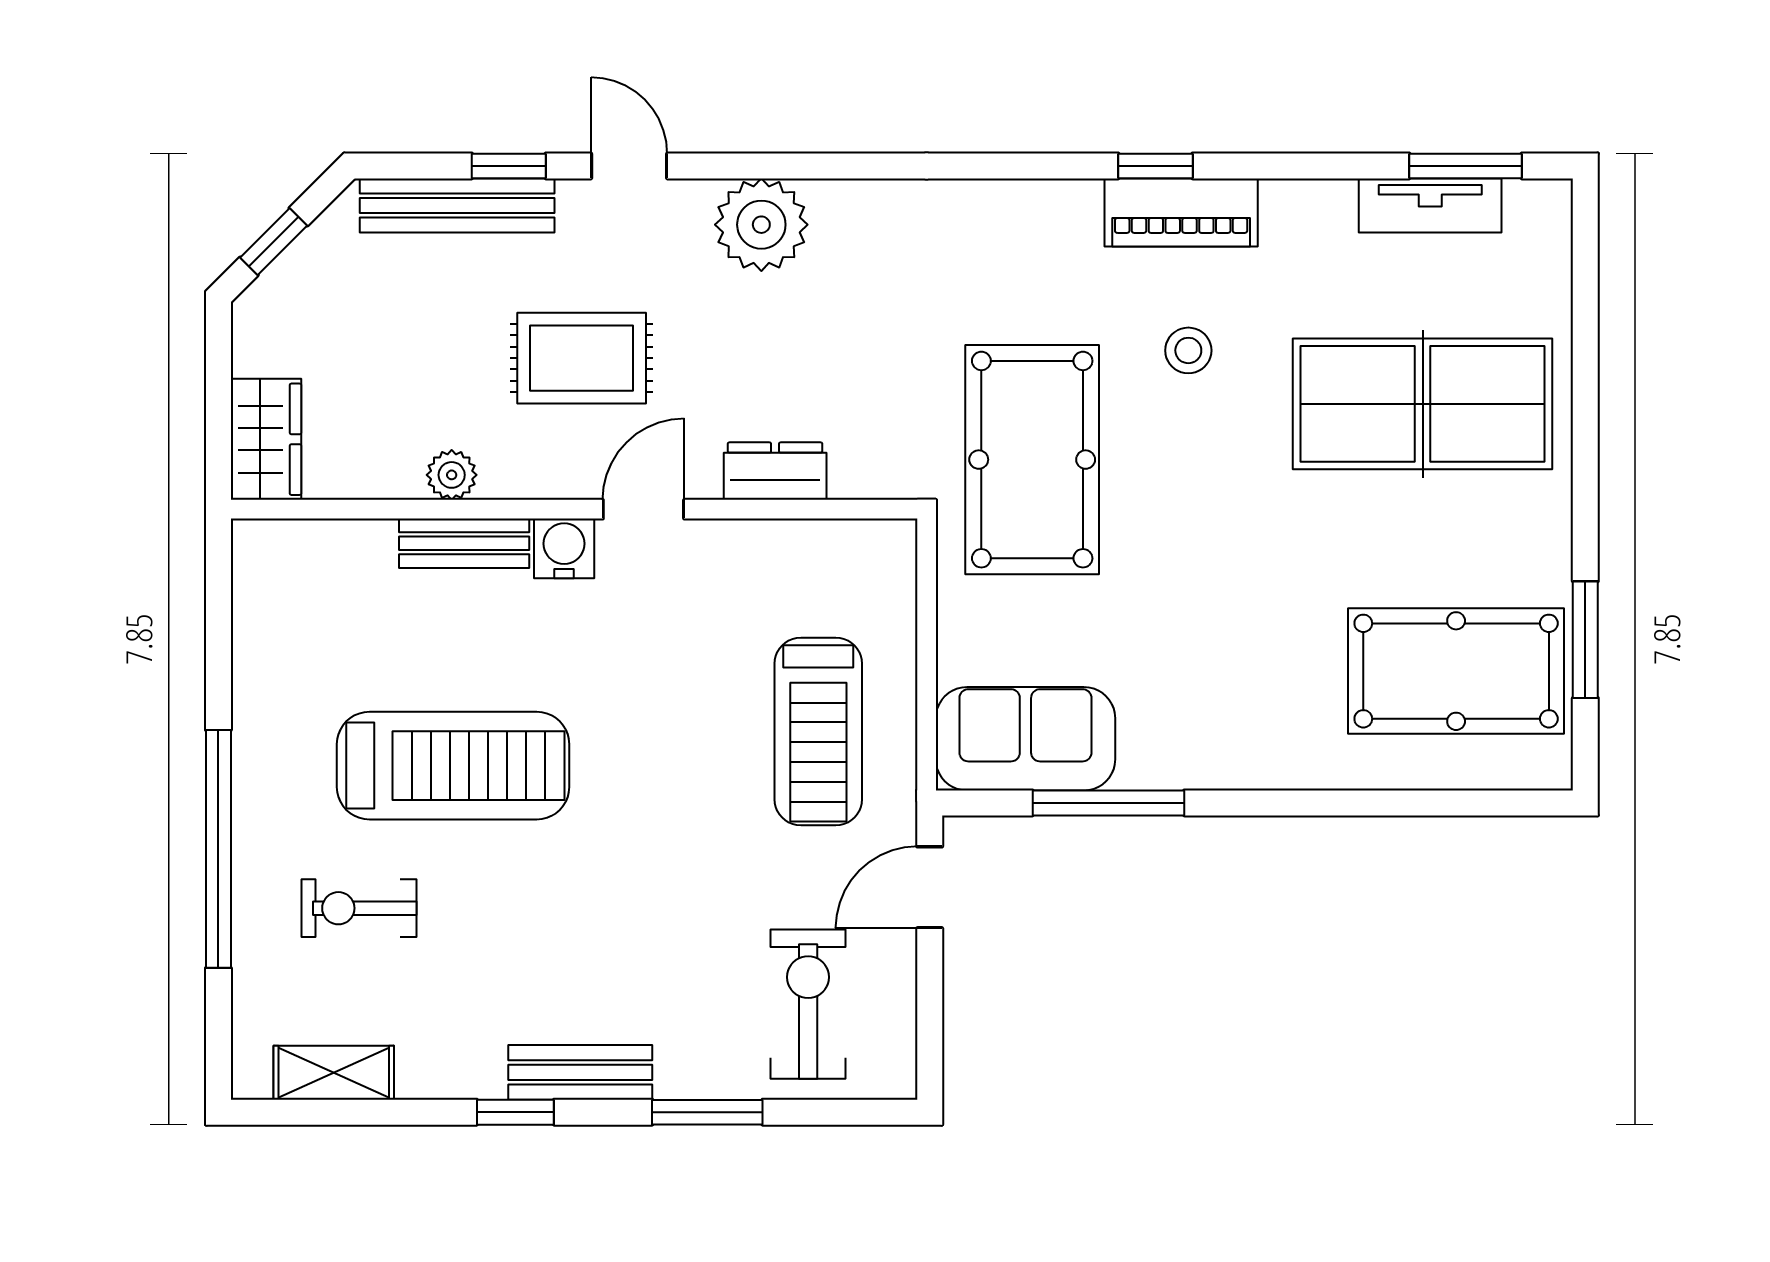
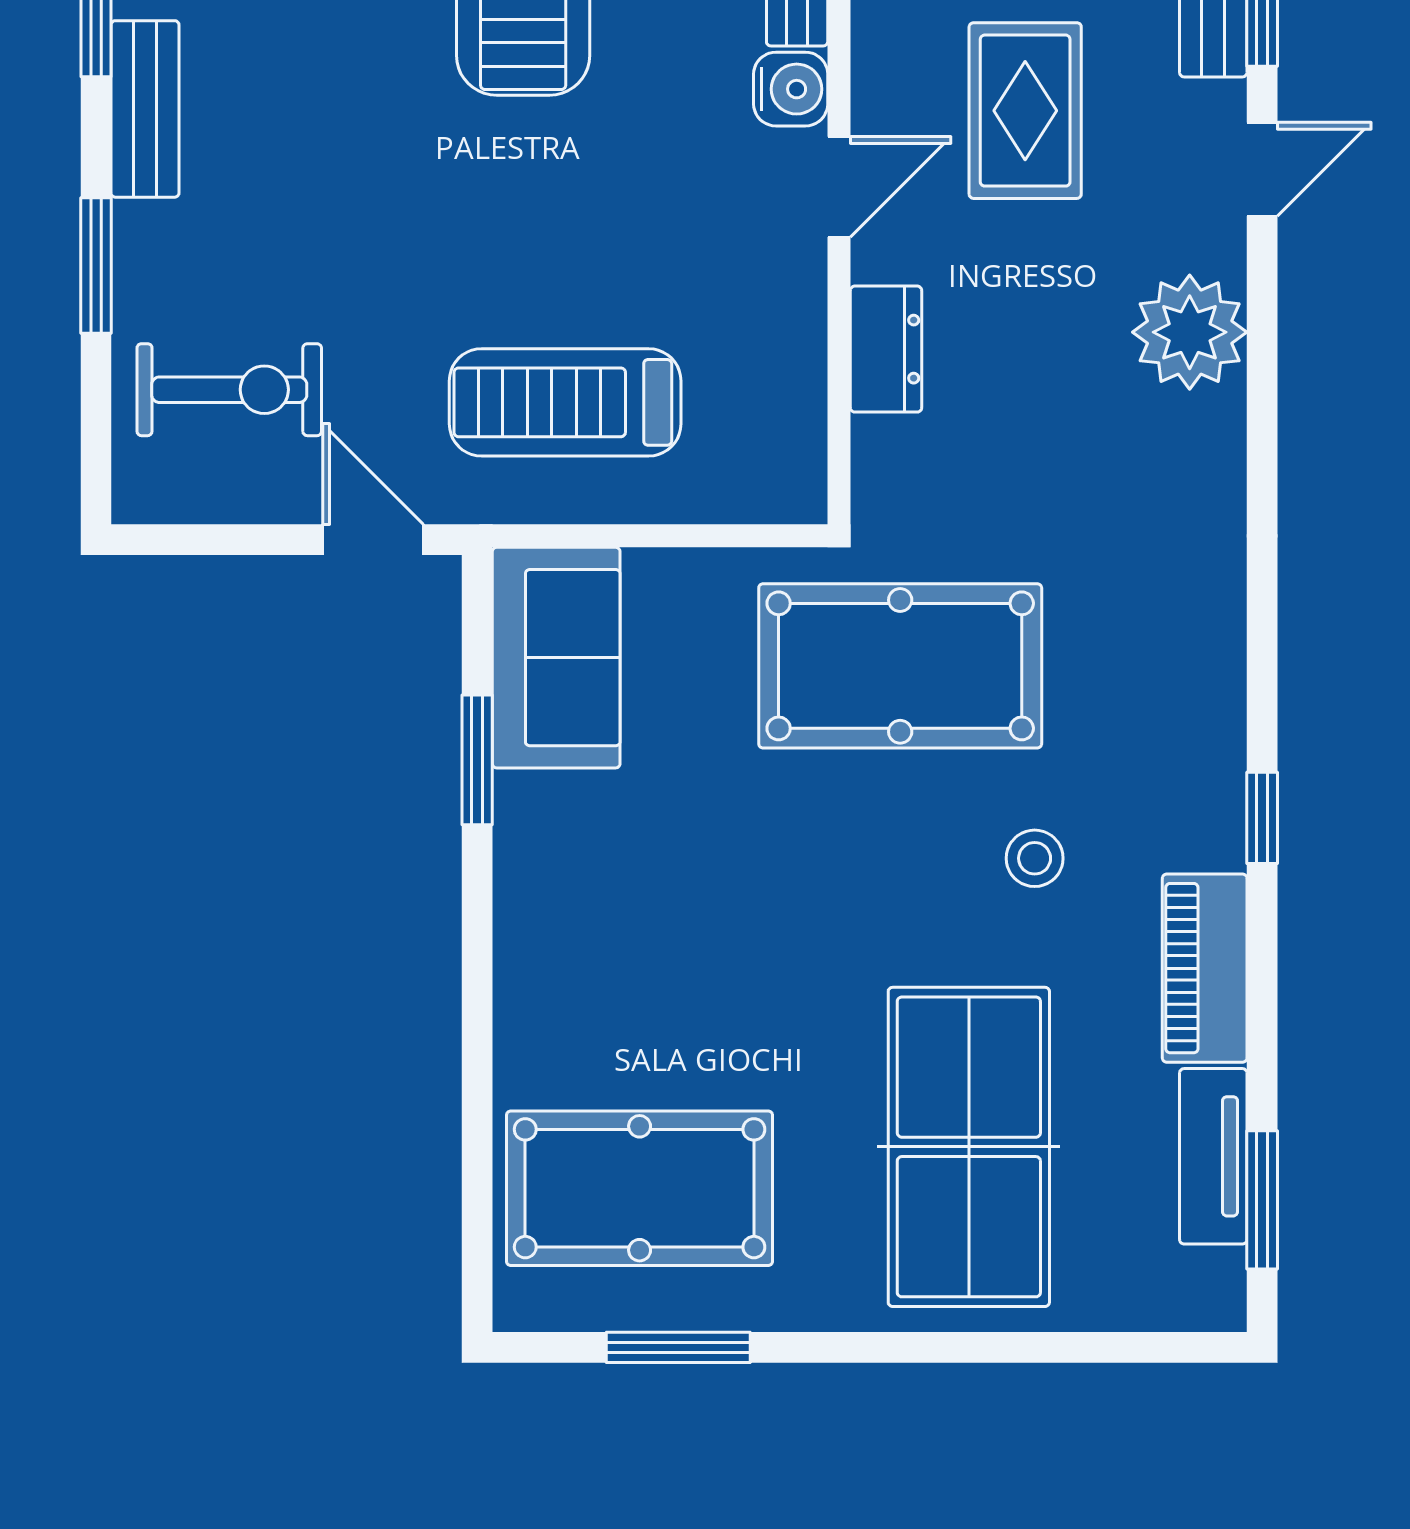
piano: (1181, 212) -> (1205, 968), moved
door: (643, 509) -> (839, 187), hinge flipped
pool table: (1456, 671) -> (640, 1188), turned 90
window: (1108, 803) -> (477, 760), width x0.69

